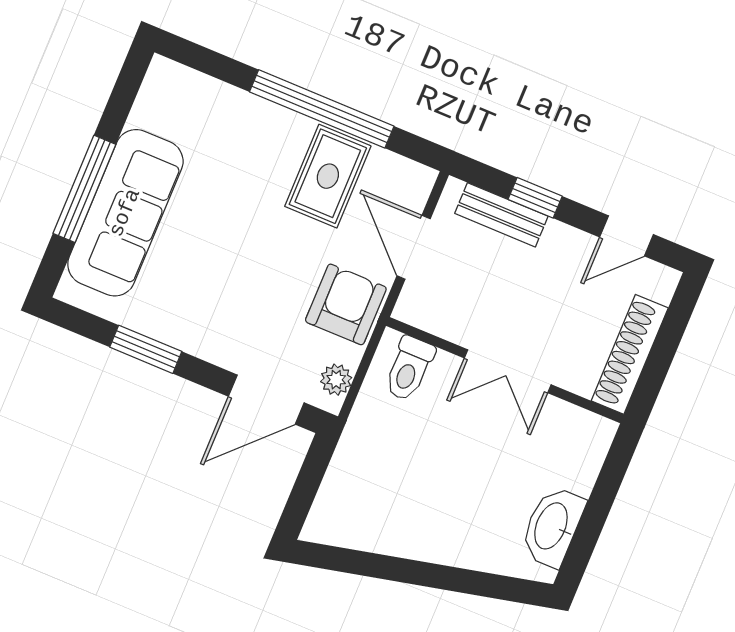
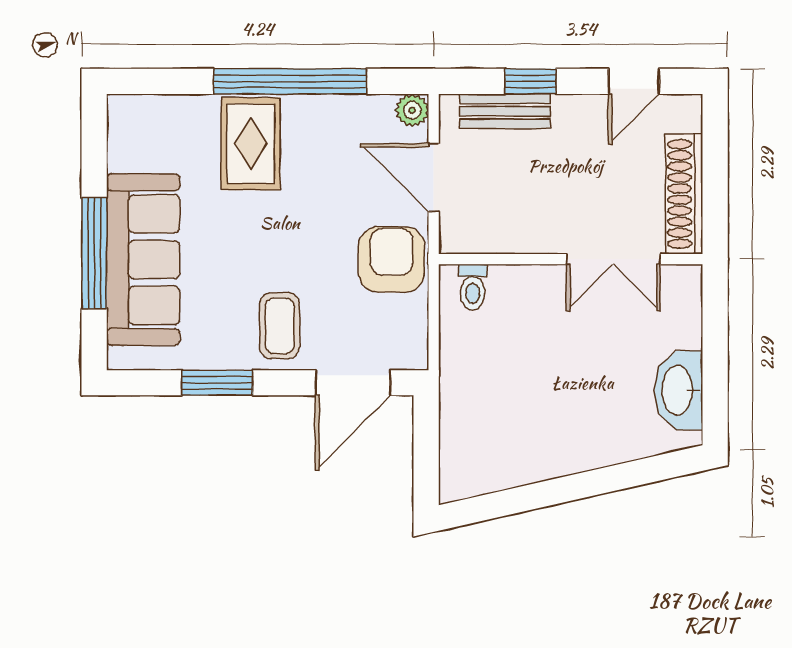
rug: (328, 176) -> (251, 144), moved
coffee table: (222, 322) -> (280, 326), added
toilet: (409, 369) -> (473, 287), width x0.73, depth x0.72
double door: (508, 371) -> (613, 259), moved
plant: (336, 380) -> (412, 110), moved

